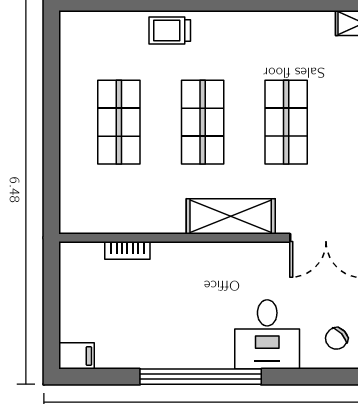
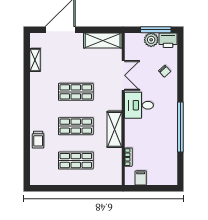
shelving: (231, 216) -> (114, 129), moved
desk: (267, 334) -> (139, 105), moved, turned 180
filing cabinet: (77, 356) -> (141, 178), moved

